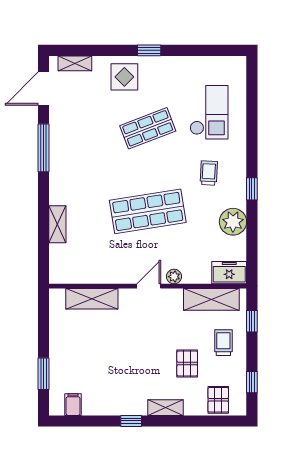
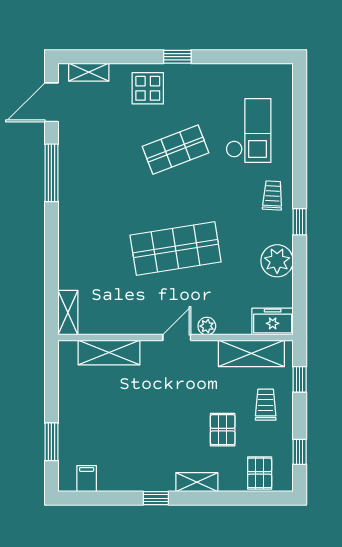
trolley: (209, 173) -> (273, 195), moved
shelving: (57, 224) -> (68, 313), moved

